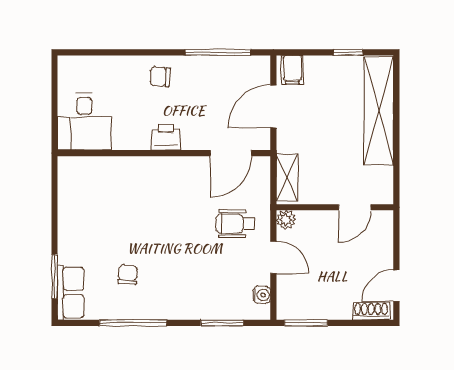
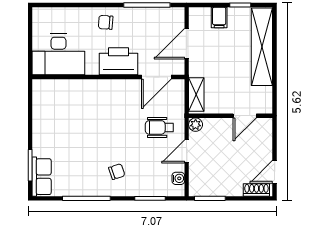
filing cabinet: (292, 70) -> (219, 17), moved
desk: (84, 121) -> (58, 54), width x1.37
printer: (166, 137) -> (119, 61), width x1.87, depth x1.48
door: (273, 257) -> (187, 151), swing flipped
chair: (128, 275) -> (117, 172), moved, turned 67

